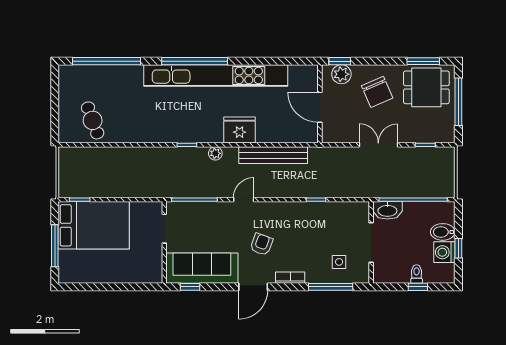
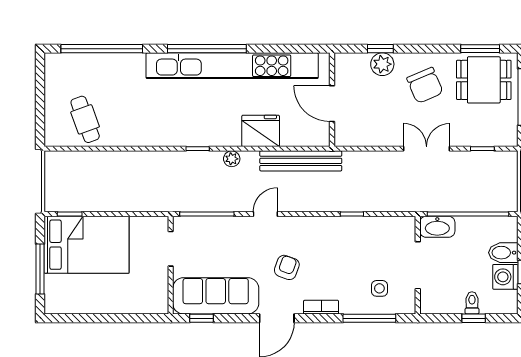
wall: (320, 104) -> (332, 100), moved
door: (320, 107) -> (332, 104), moved

